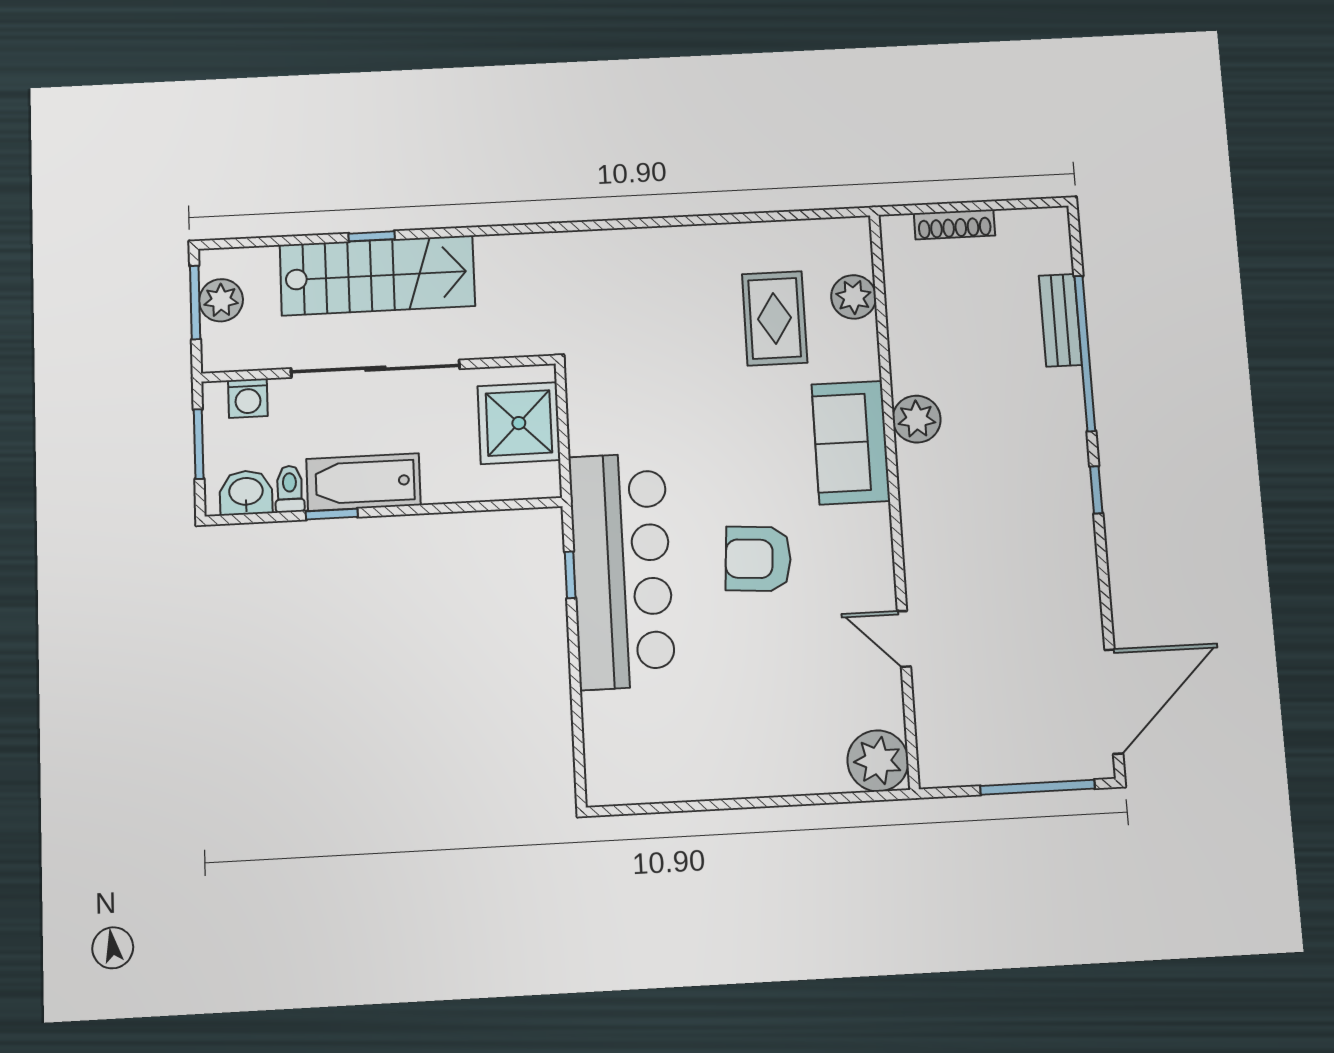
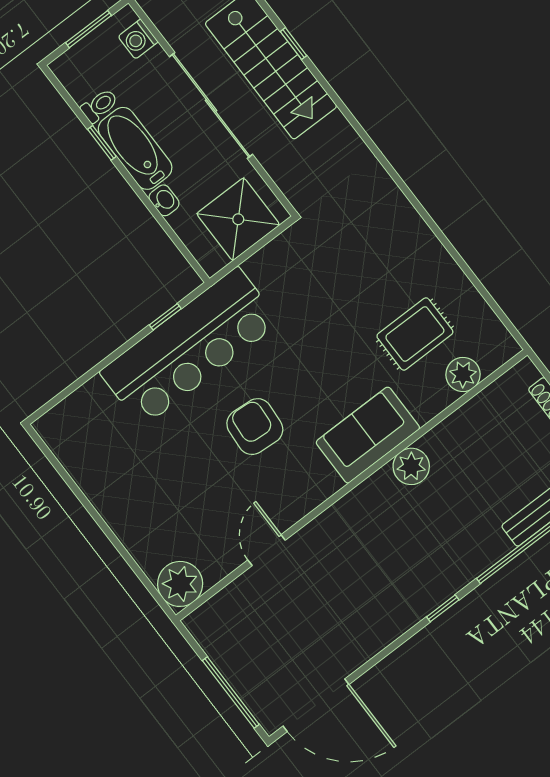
washbasin: (246, 493) -> (164, 200), moved, width x0.72, depth x0.69

